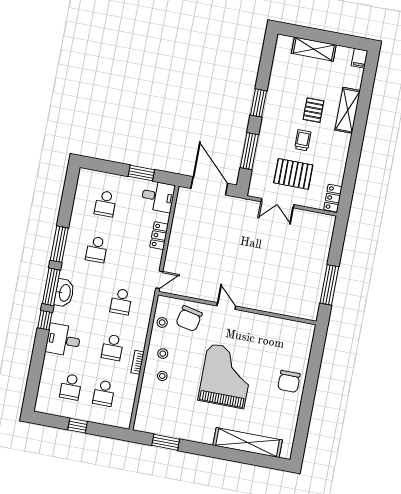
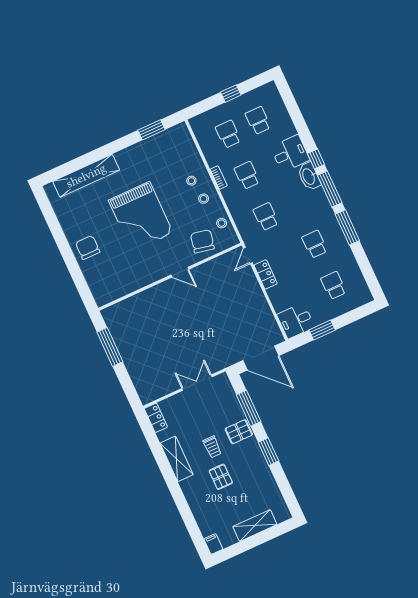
shelving: (348, 110) -> (177, 459), moved
pallet: (293, 174) -> (239, 432), moved, width x0.67, depth x0.71
locker: (159, 236) -> (266, 274), moved
washbasin: (64, 293) -> (309, 176), moved

